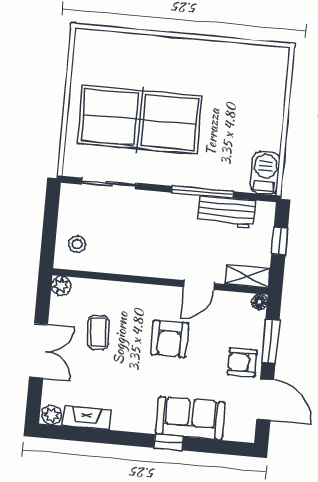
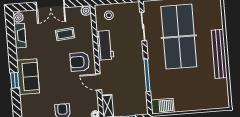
bench: (185, 49) -> (219, 54), added
workbench: (226, 212) -> (105, 45), moved, turned 180
armchair: (169, 339) -> (80, 62), moved
sofa: (190, 418) -> (28, 77), moved

